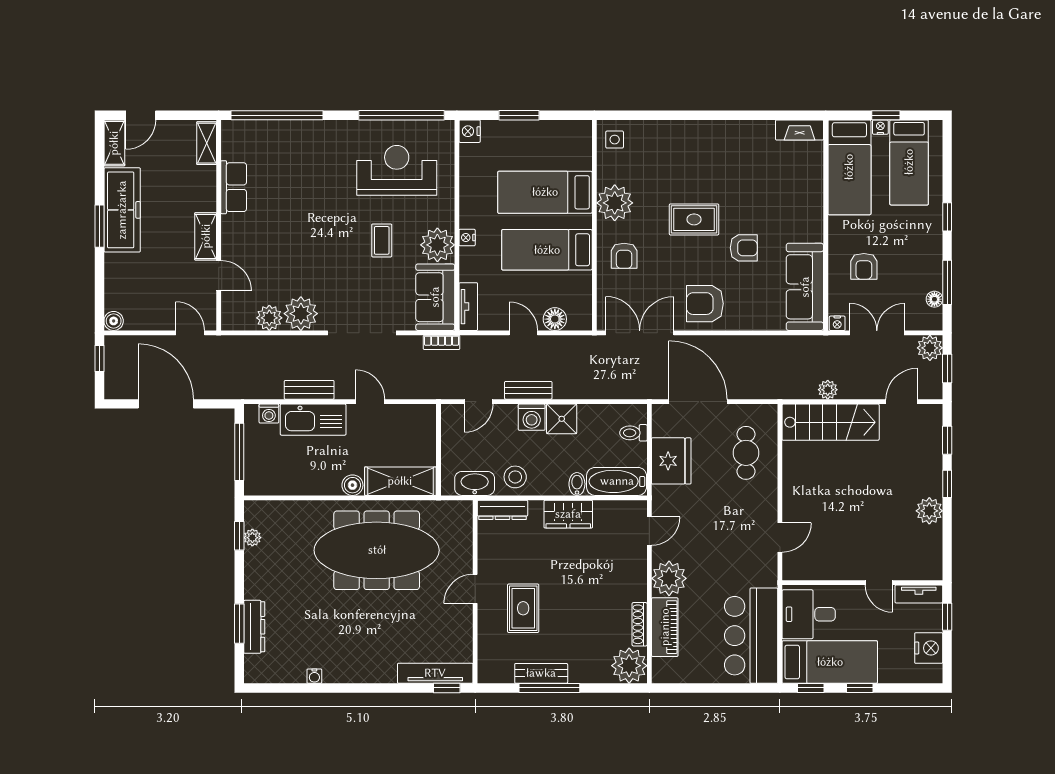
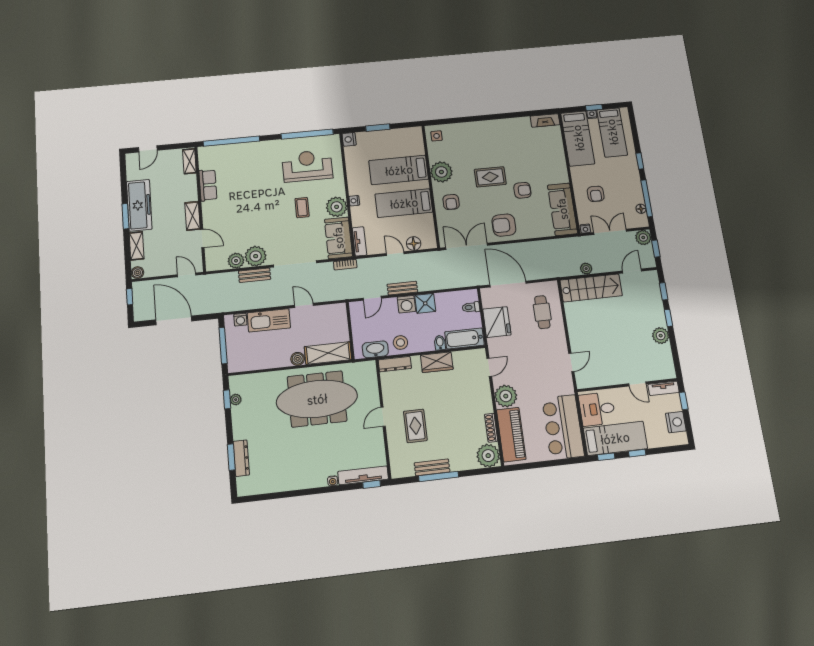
shelving: (114, 143) -> (137, 246), moved
window: (947, 282) -> (647, 198), width x1.44
bench: (309, 390) -> (255, 275), moved
piano: (665, 627) -> (511, 434), width x1.37, depth x1.33
water cooler: (314, 676) -> (333, 481), moved

